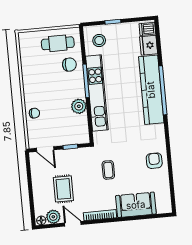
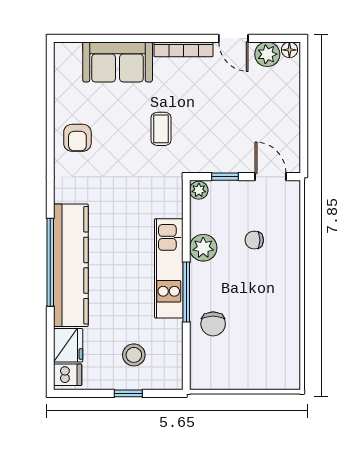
stool: (99, 40) -> (134, 355), moved
cafe table: (58, 43) -> (230, 364), removed
chair: (69, 65) -> (213, 324), turned -90
kitchen unit: (97, 93) -> (169, 268), width x0.73
chair: (34, 113) -> (254, 240), moved
plant: (84, 138) -> (199, 190), added
rug: (63, 189) -> (245, 102), removed

